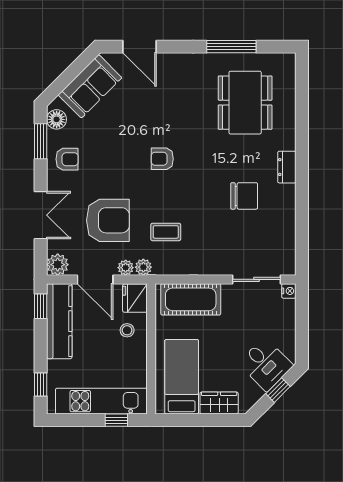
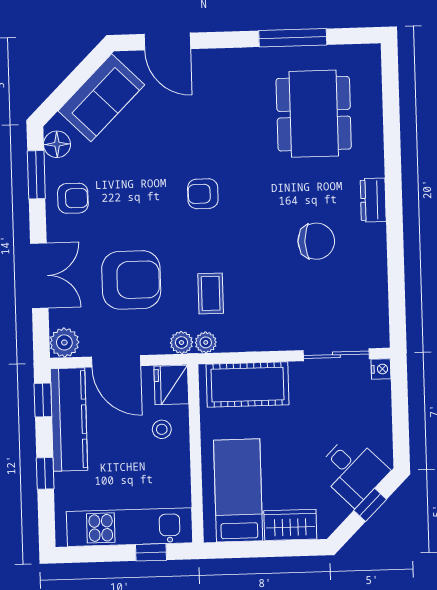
coffee table: (166, 232) -> (211, 293), turned 90
plant: (126, 268) -> (206, 342), moved
window: (41, 385) -> (45, 473), moved

